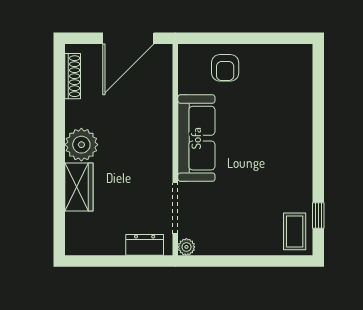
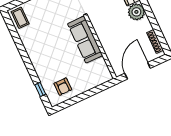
armchair: (225, 68) -> (63, 87), moved, turned 180
window: (318, 215) -> (40, 89), moved

